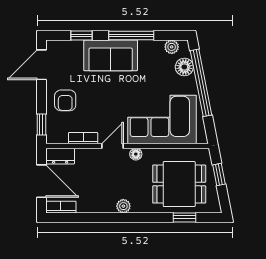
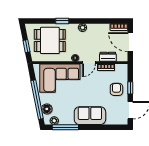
window: (82, 36) -> (107, 127), removed
window: (131, 36) -> (65, 127), moved
window: (41, 124) -> (130, 88), moved
dresser: (60, 156) -> (108, 57), moved
window: (184, 217) -> (62, 21), moved

